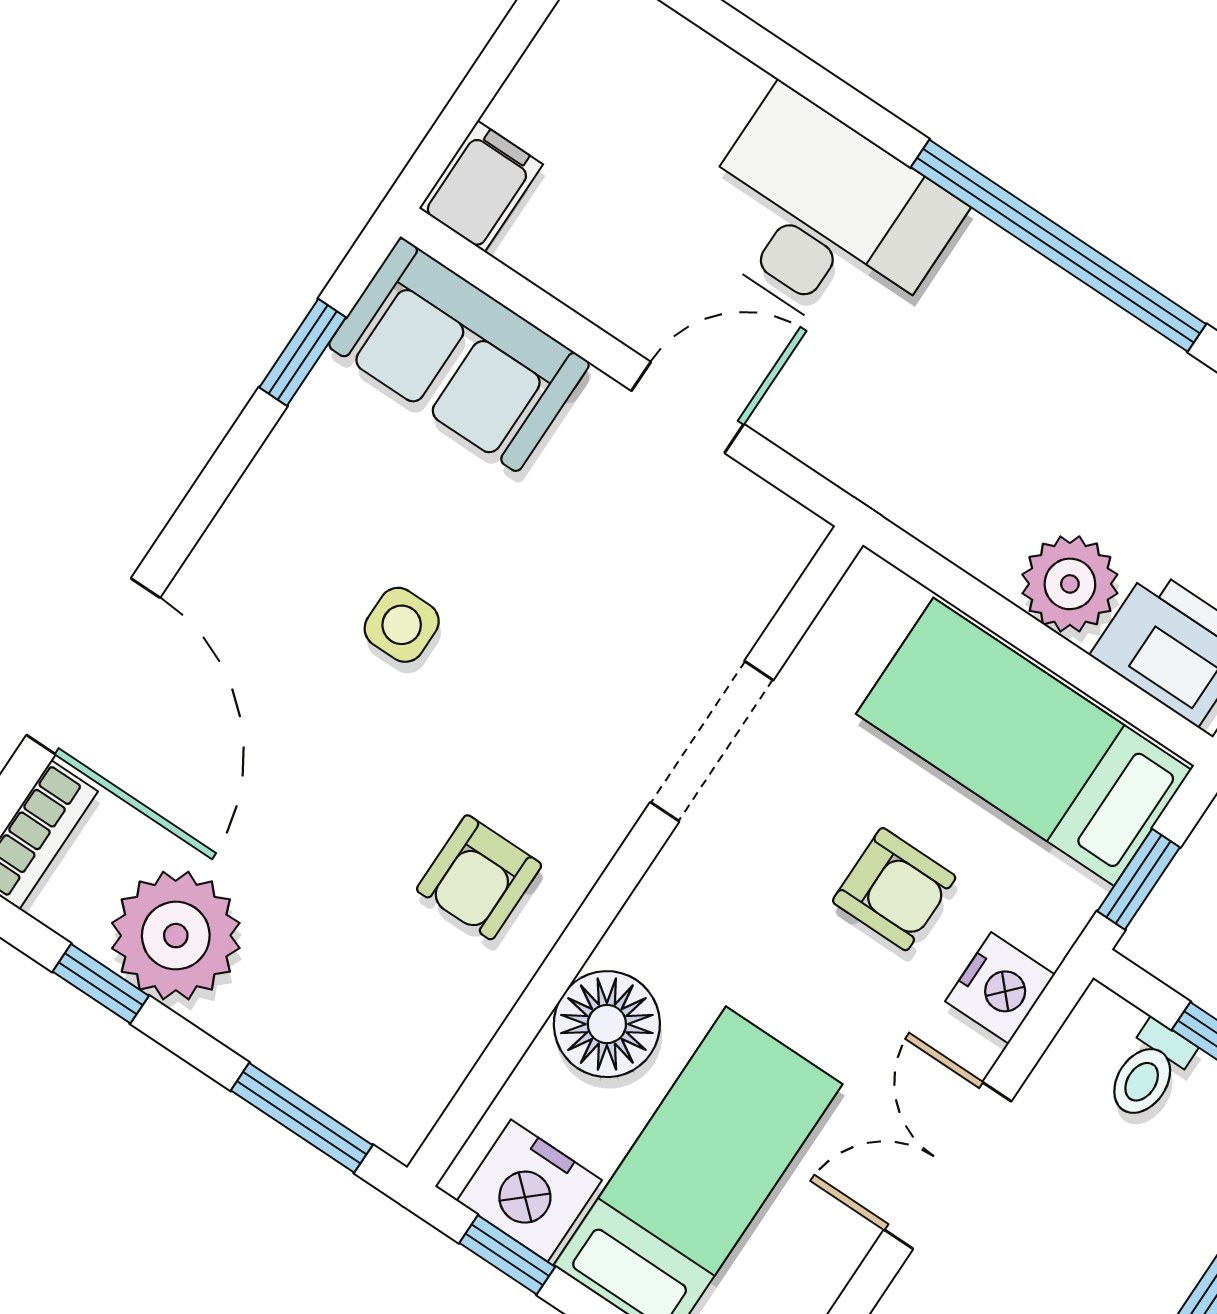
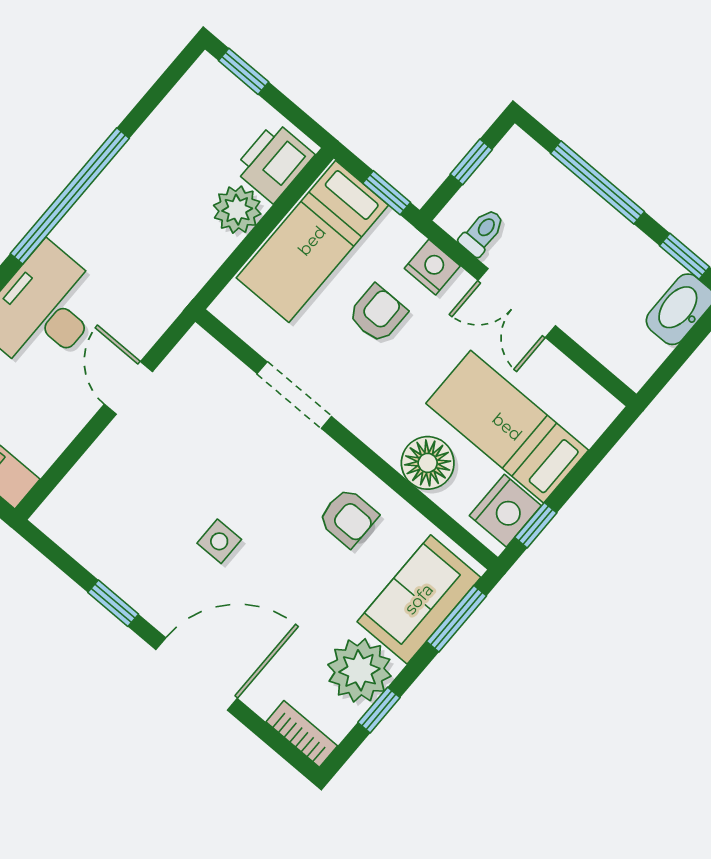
window: (303, 352) -> (113, 603), moved
sofa: (459, 355) -> (419, 599), moved, turned 180
door: (93, 666) -> (197, 674), moved
toilet: (1149, 1071) -> (482, 232), moved, turned -90

